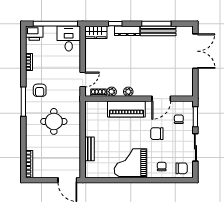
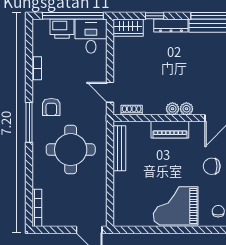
printer: (34, 33) -> (62, 29), moved
door: (83, 80) -> (110, 92), swing flipped
plant: (112, 92) -> (186, 109), moved
piano: (126, 109) -> (170, 130), width x0.73, depth x0.75
round table: (54, 121) -> (71, 150), width x1.36, depth x1.36
bench: (89, 149) -> (119, 148), moved, width x1.36

